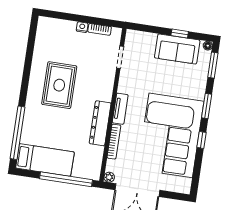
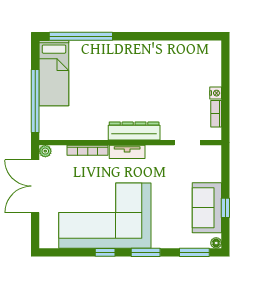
rug: (59, 85) -> (144, 77), removed
dresser: (100, 123) -> (134, 131), moved

